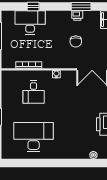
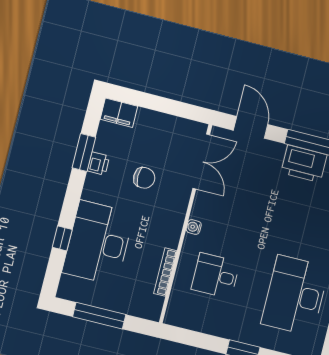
desk: (30, 22) -> (98, 243), width x1.36, depth x1.30
desk: (34, 92) -> (216, 276), turned 180

